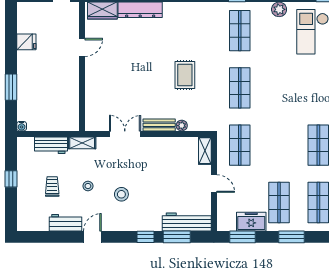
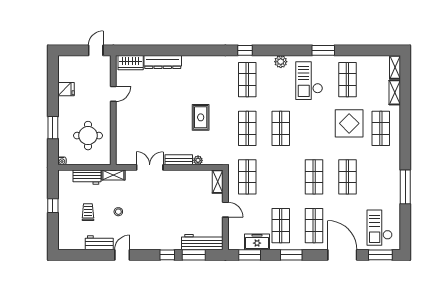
shop shelf: (279, 88) -> (281, 128), added
round table: (52, 96) -> (88, 136), added
stool: (121, 194) -> (147, 219), removed

